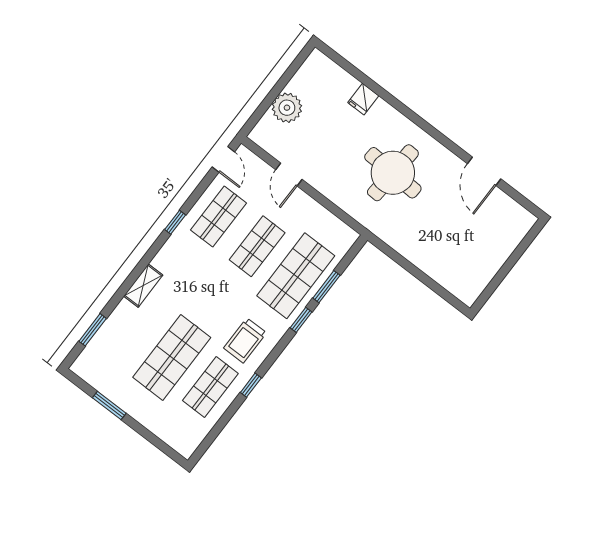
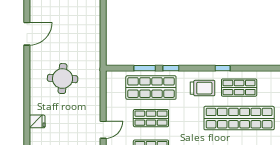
round table: (393, 173) -> (63, 79), width x0.73, depth x0.73
shop shelf: (172, 357) -> (239, 118), width x1.40

